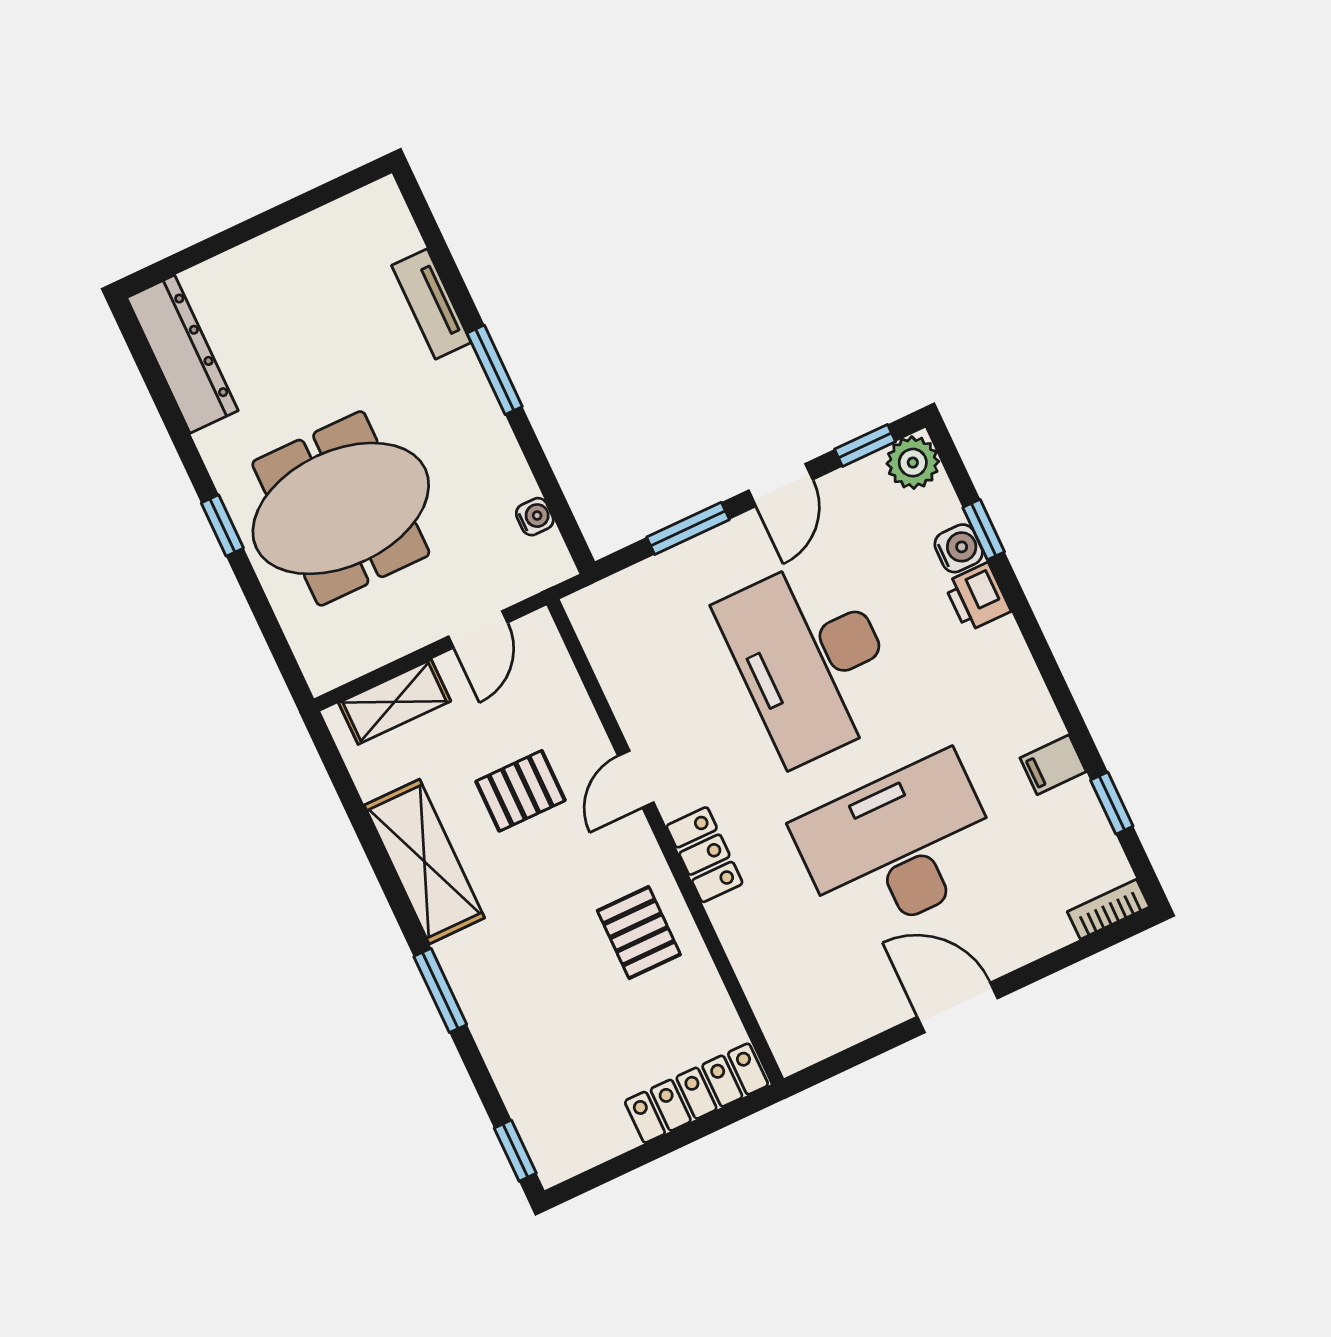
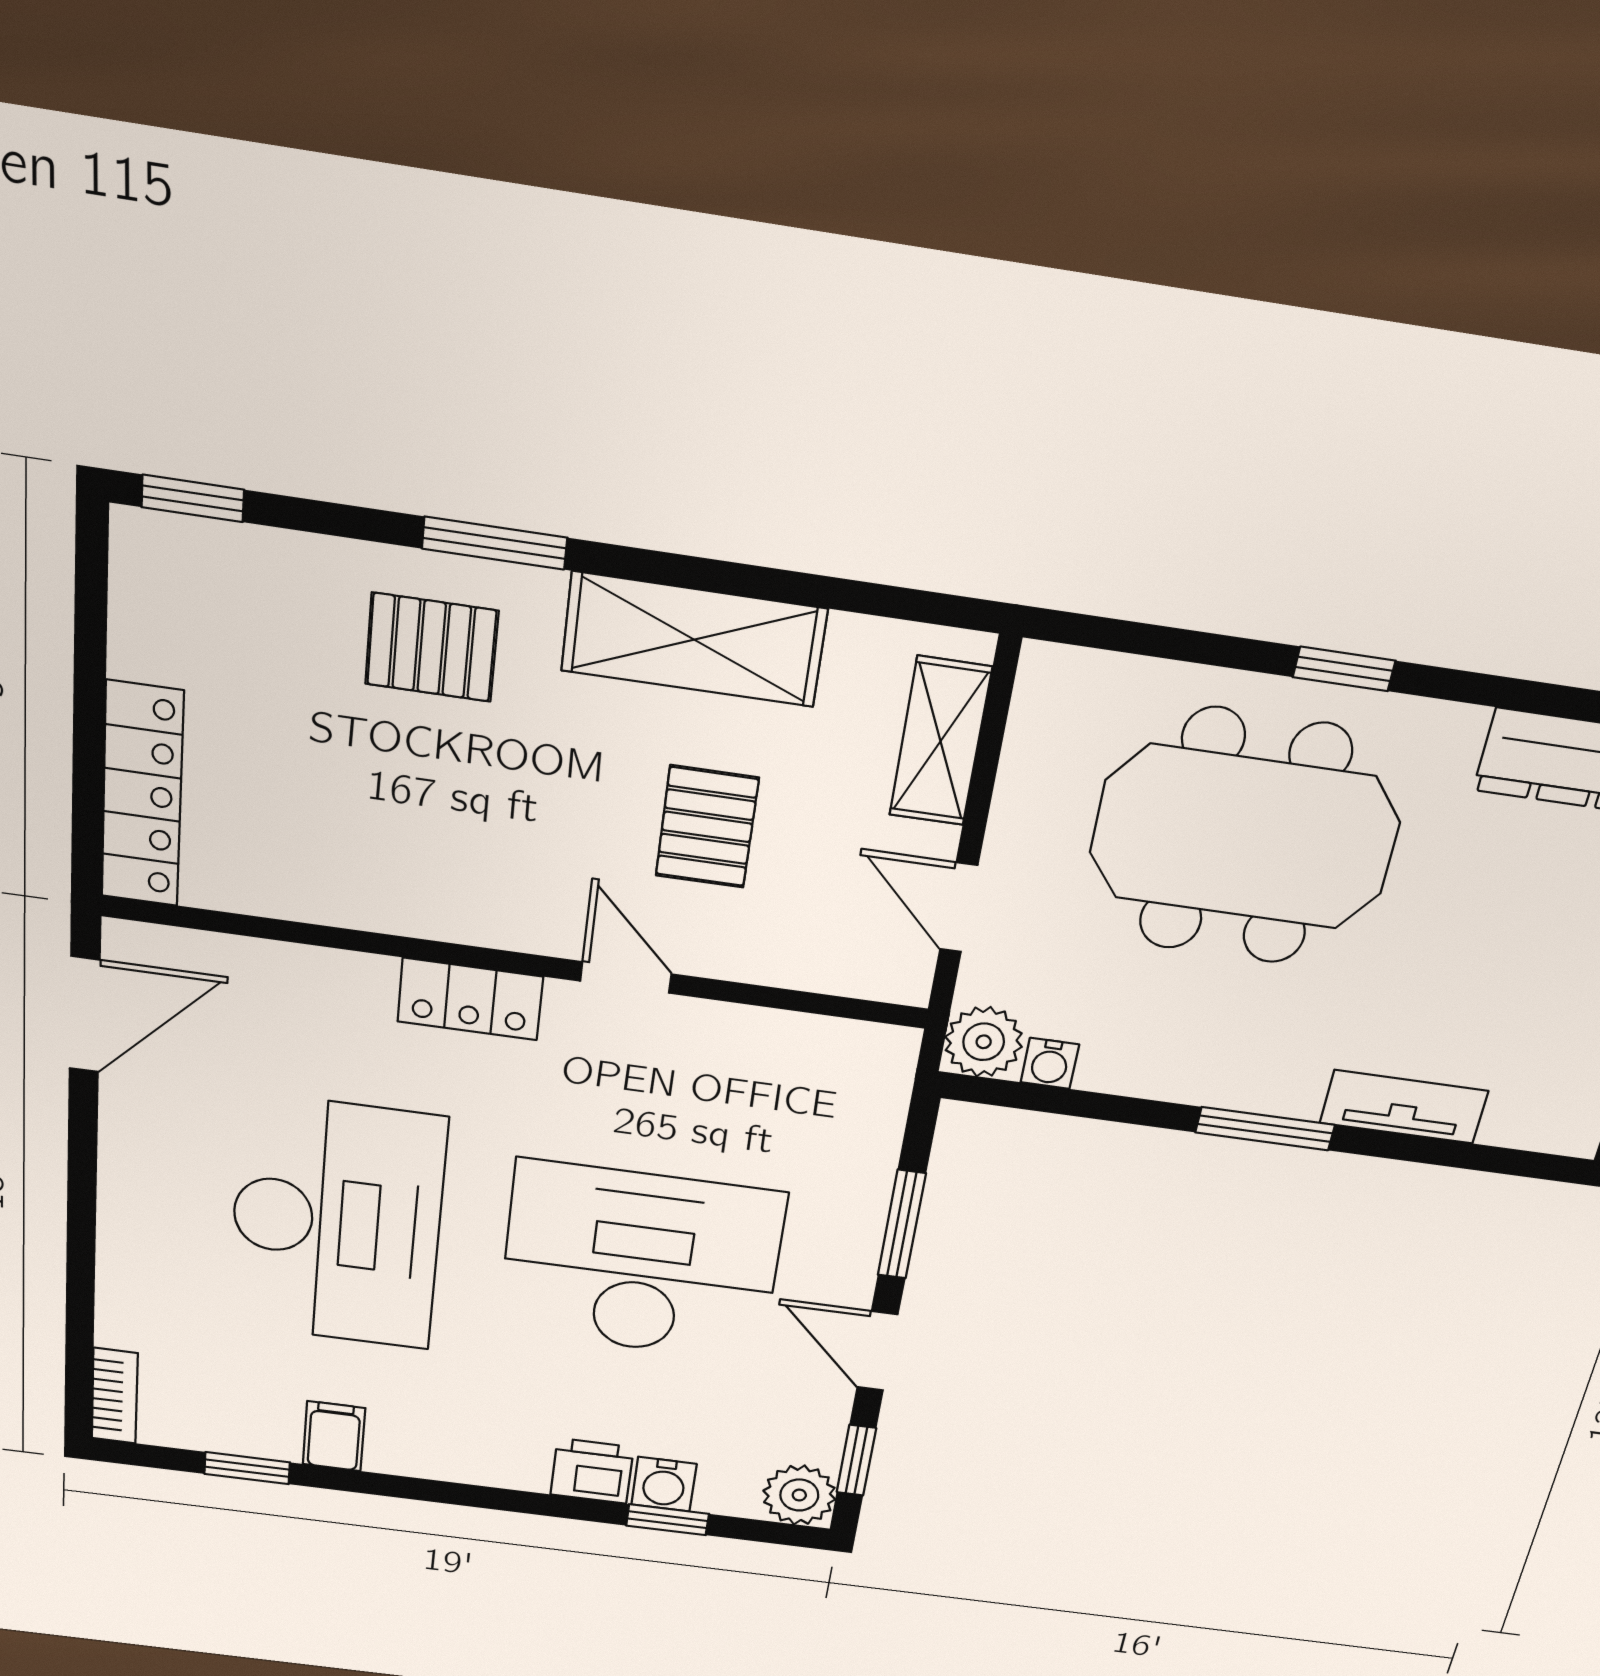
meeting table: (341, 508) -> (1244, 837), turned 90
plant: (546, 562) -> (984, 1042), added
pallet: (639, 933) -> (432, 647), moved
door: (957, 1008) -> (85, 1015), moved

